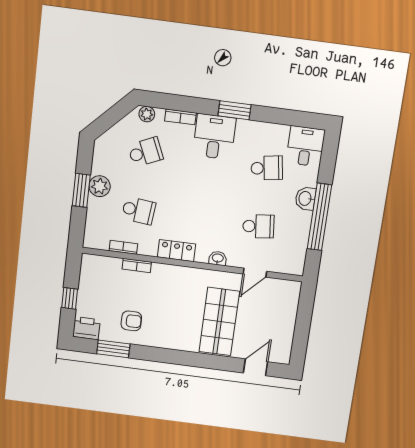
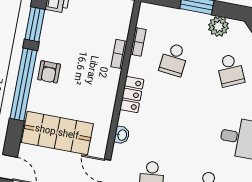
plant: (100, 186) -> (218, 26), moved
armchair: (131, 321) -> (49, 72), moved
window: (173, 357) -> (23, 84), added

